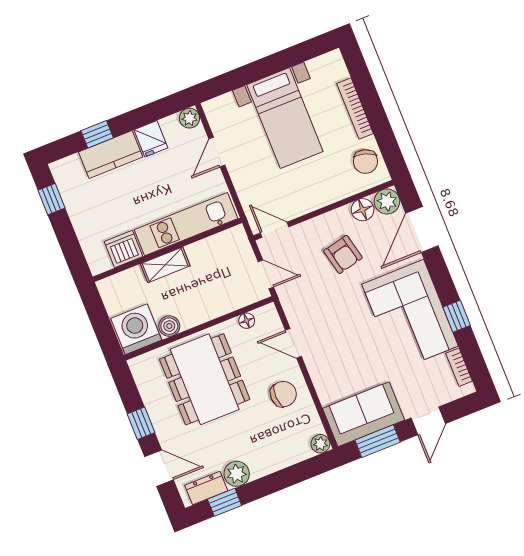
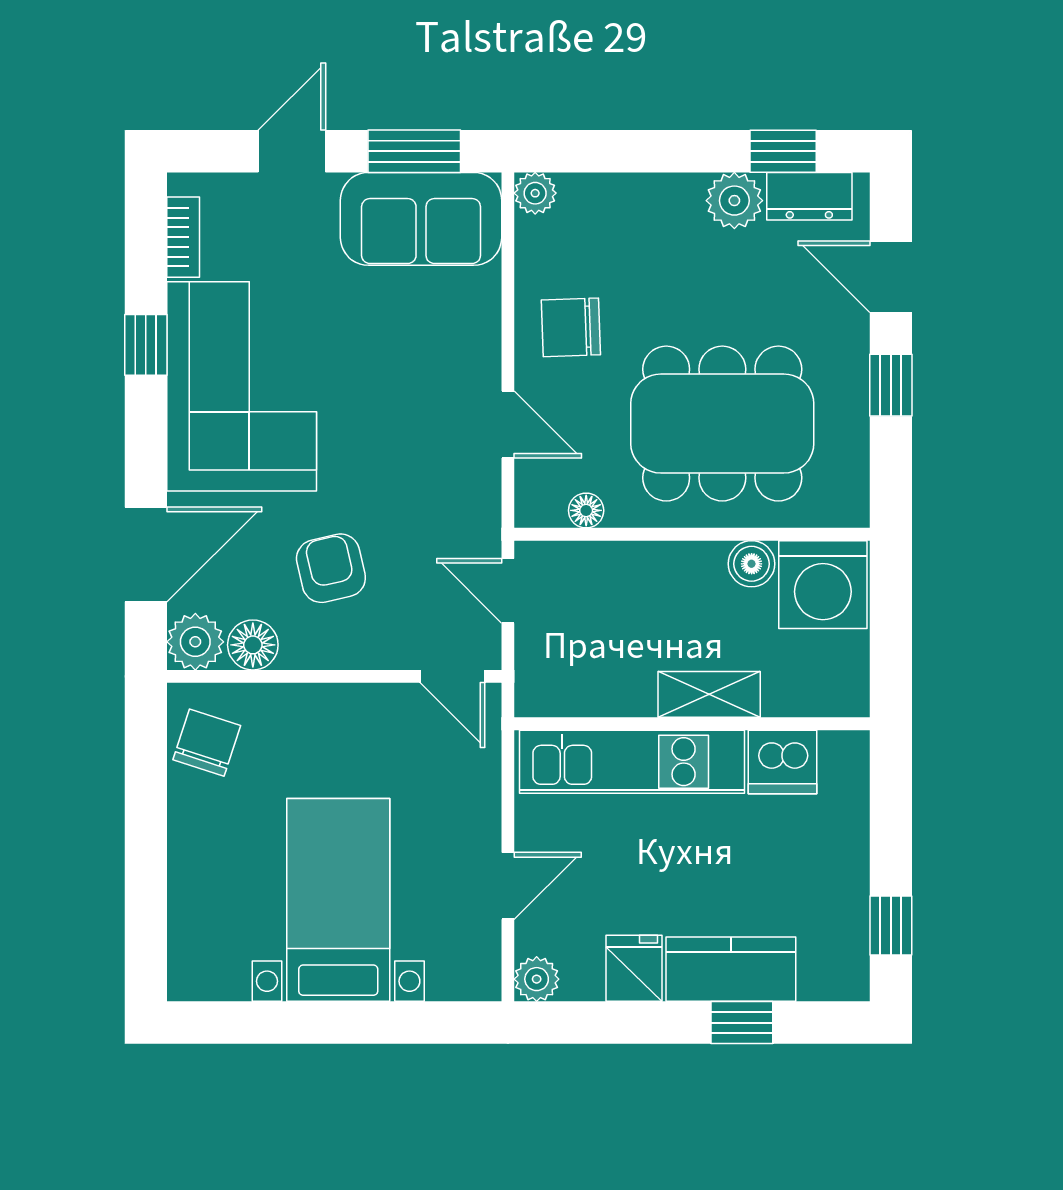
bookcase: (355, 108) -> (184, 862), removed
dining table: (205, 379) -> (722, 424), turned 90

